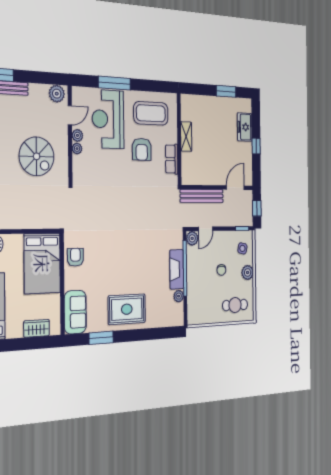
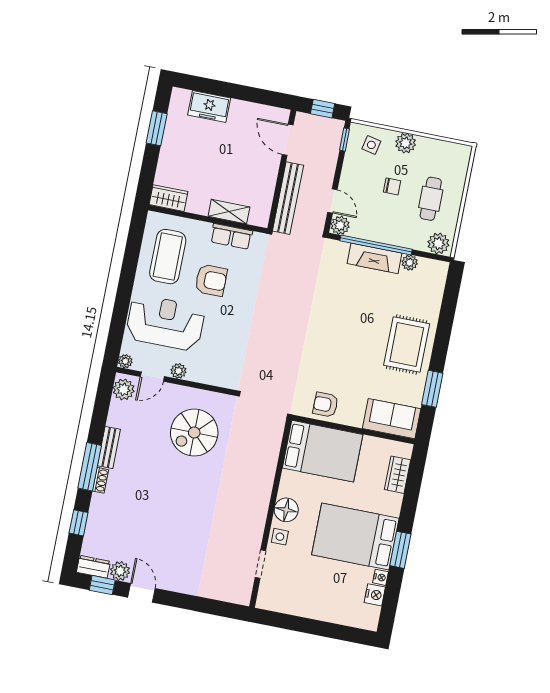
window: (114, 83) -> (122, 304), removed
wardrobe: (187, 107) -> (168, 198), added
door: (70, 115) -> (152, 377), swing flipped
reception desk: (108, 119) -> (165, 323), turned 180
shelving: (186, 137) -> (229, 212), moved
window: (256, 146) -> (238, 92), removed
plant: (77, 149) -> (125, 361), moved
spiral stairs: (37, 156) -> (194, 433), turned 180
cafe table: (235, 305) -> (431, 199), moved
plant: (194, 314) -> (438, 243), added

